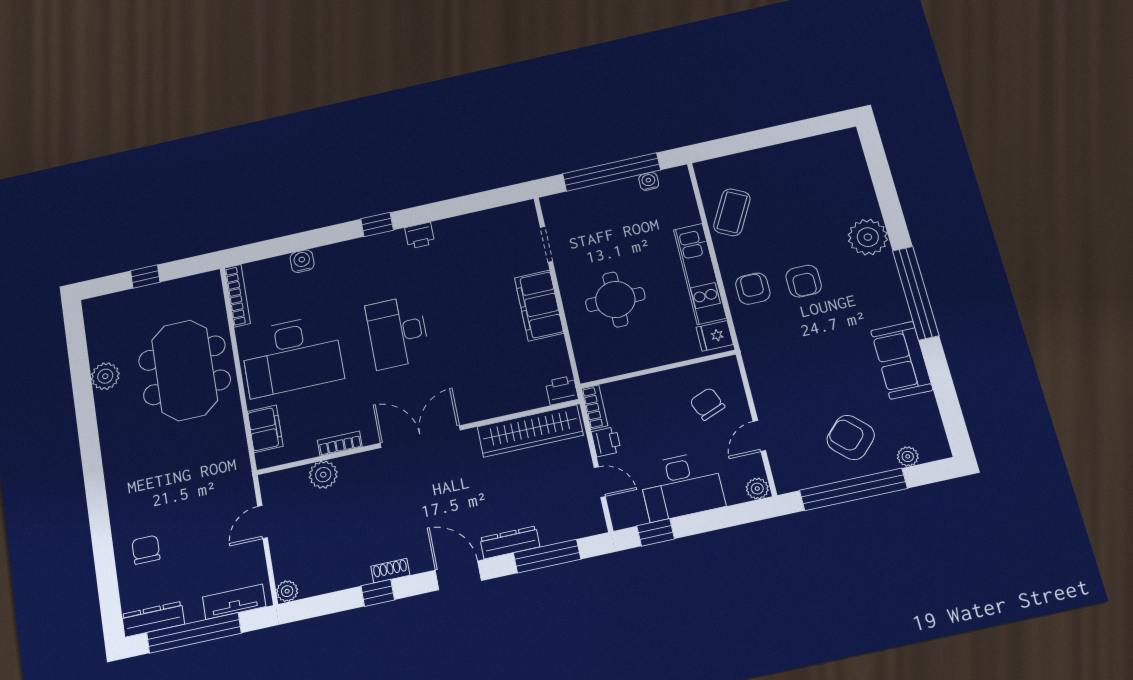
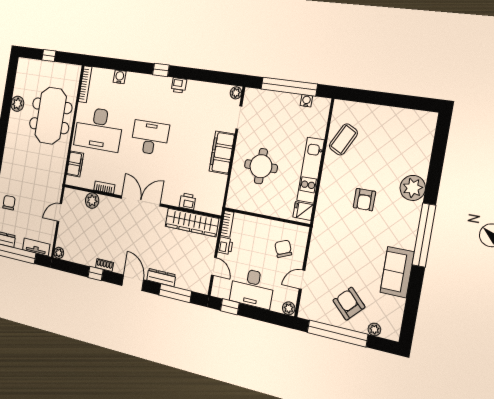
plant: (526, 211) -> (236, 93), added
armchair: (753, 289) -> (335, 192), removed
desk: (398, 332) -> (150, 138), turned 90
printer: (562, 390) -> (187, 201), moved

